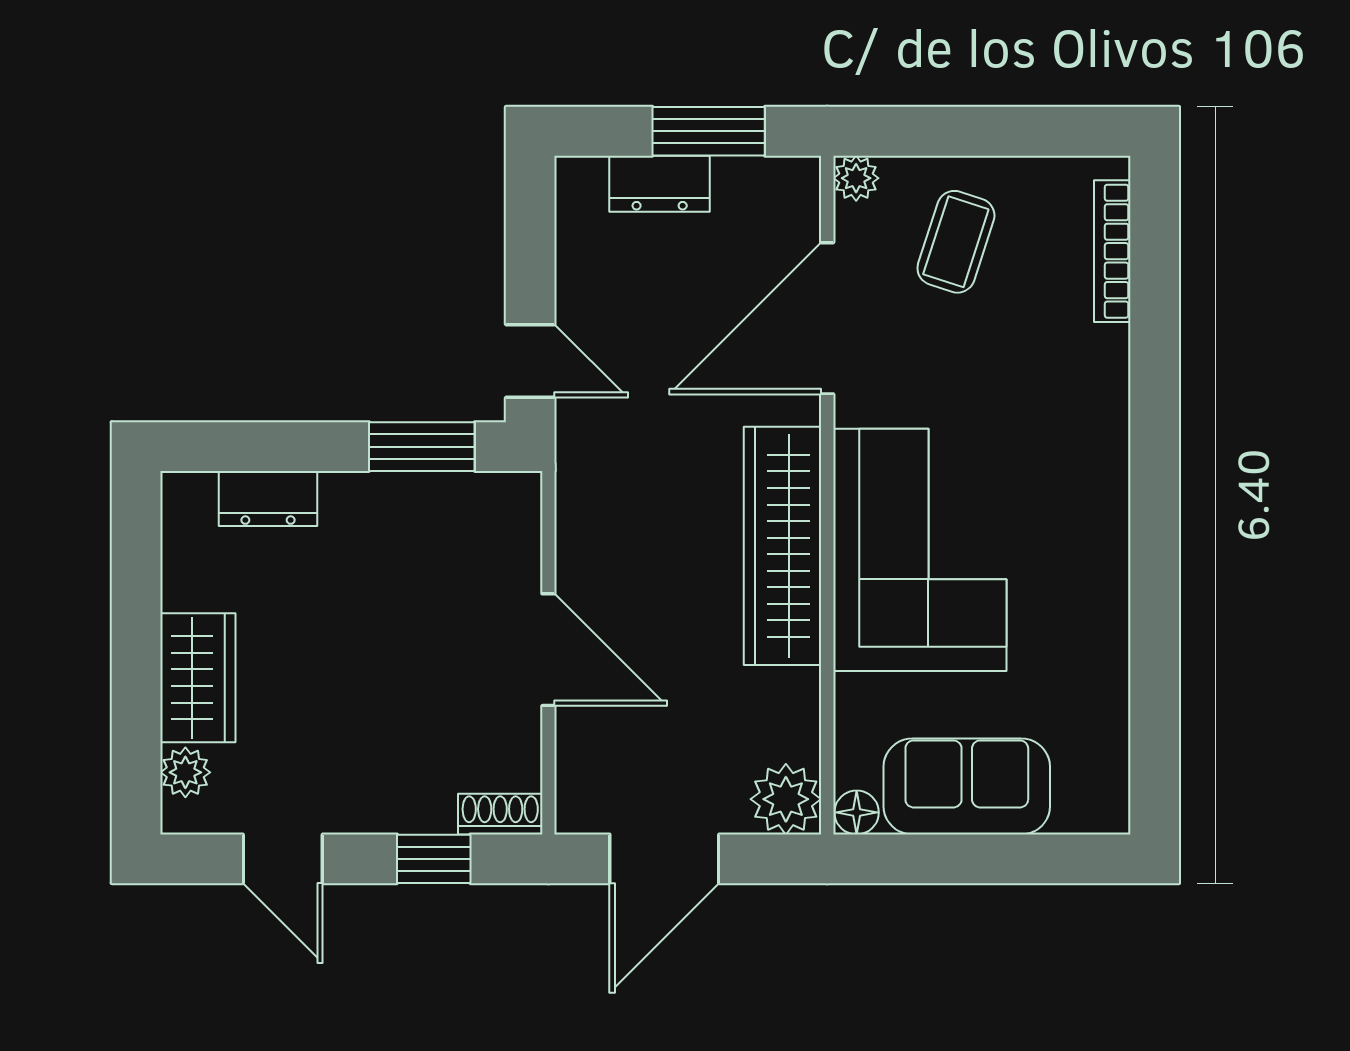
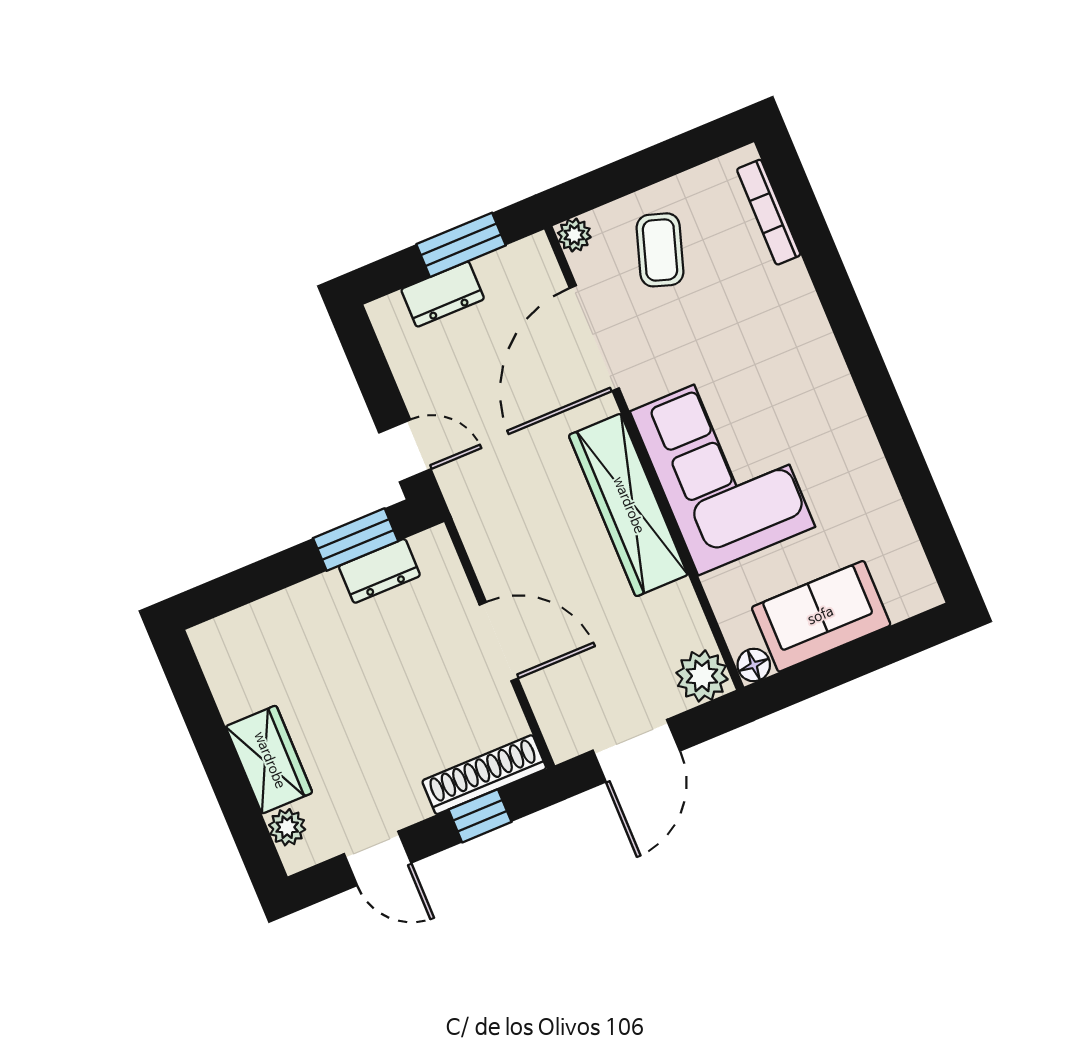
dresser: (268, 498) -> (379, 571), moved
shoe rack: (500, 814) -> (484, 775), width x1.94, depth x1.24

